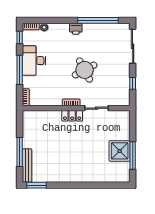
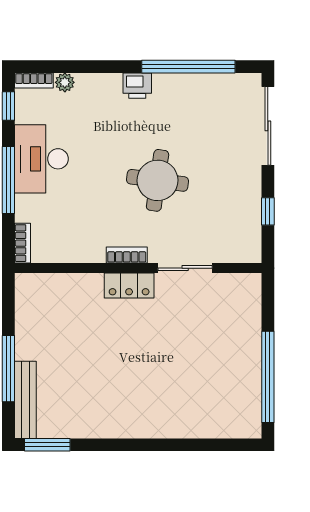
round table: (85, 70) -> (158, 180), turned 36
shower: (120, 151) -> (238, 366), removed
window: (133, 156) -> (268, 377), width x1.46

